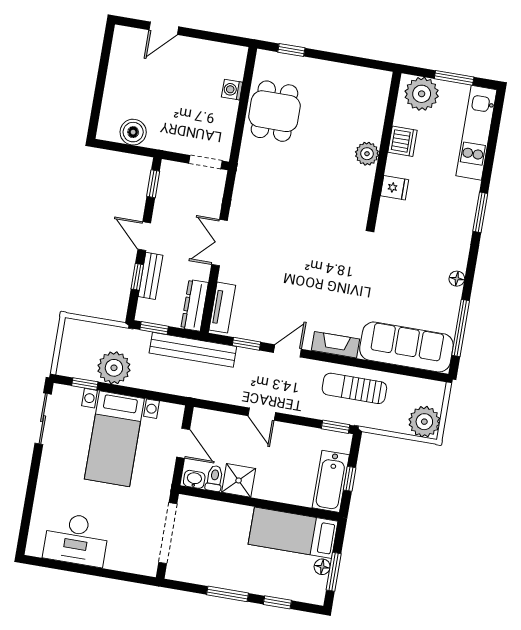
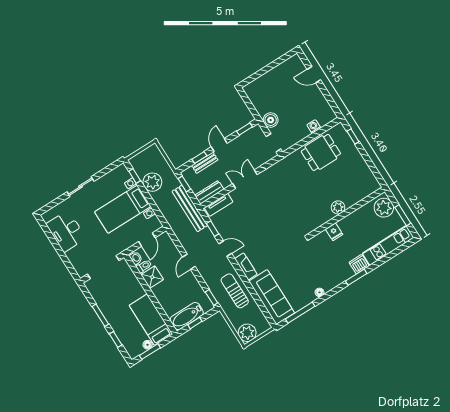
boiler: (133, 132) -> (271, 120), moved
dishwasher: (403, 141) -> (359, 264), moved, turned 180
sliding door: (43, 419) -> (81, 187), moved

